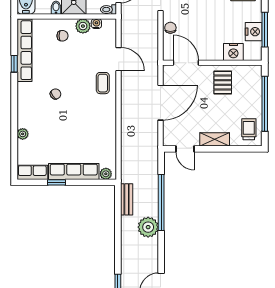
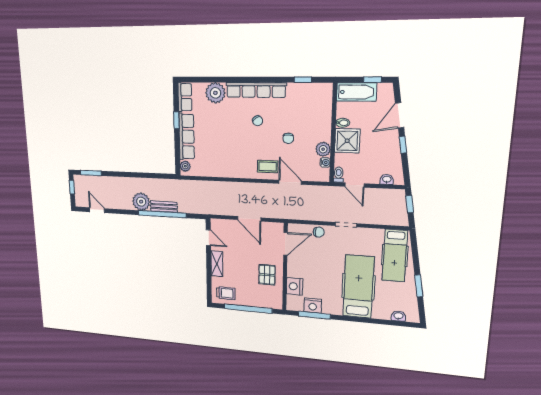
chair: (62, 36) -> (288, 138), moved
row of seats: (24, 50) -> (256, 90), moved
door: (119, 59) -> (290, 182), swing flipped
window: (14, 64) -> (303, 80), moved
pallet: (223, 83) -> (267, 275), turned 90
door: (160, 103) -> (249, 219), width x0.73
plant: (23, 134) -> (215, 93), width x1.87, depth x1.87
door: (185, 149) -> (208, 238), swing flipped
bench: (127, 199) -> (164, 207), moved

